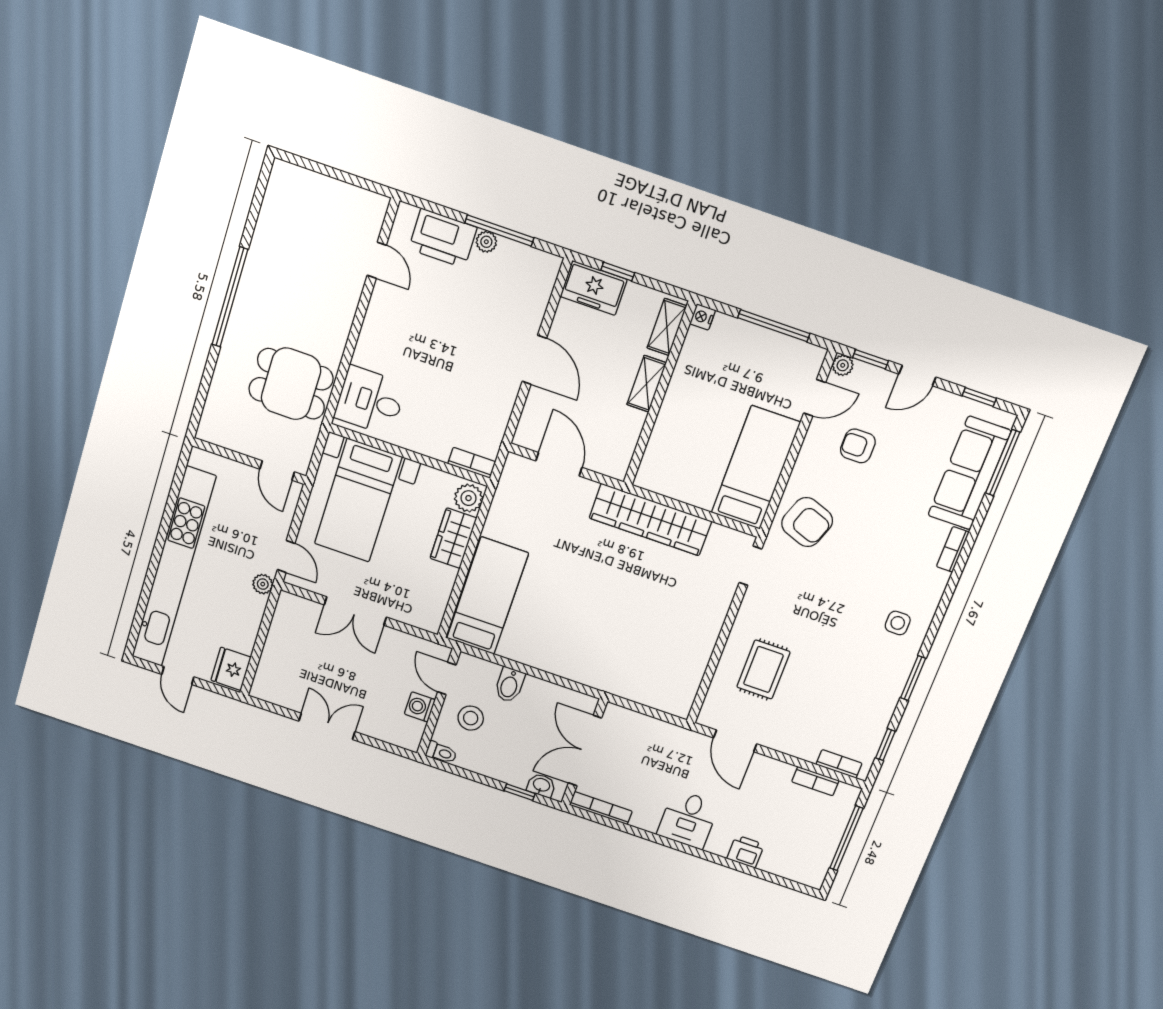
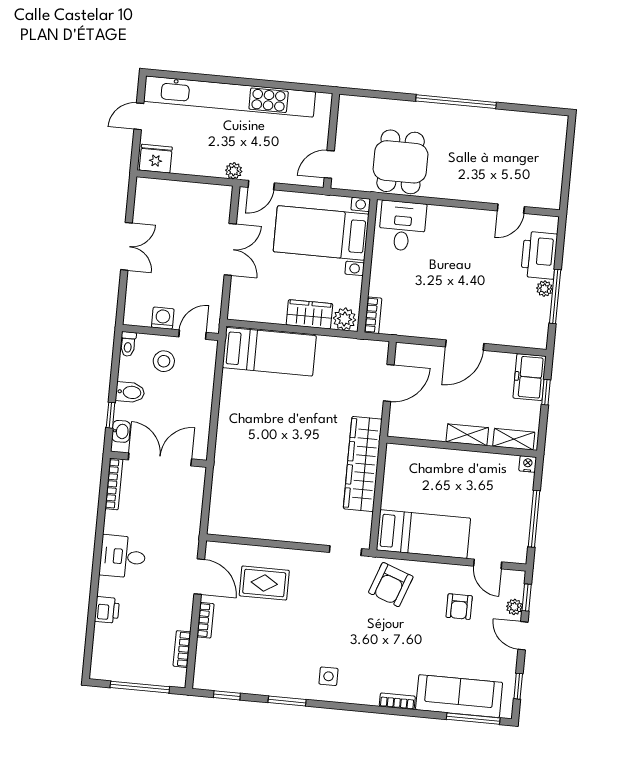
plant: (843, 365) -> (514, 607), moved
armchair: (858, 446) -> (459, 607), turned 180
double door: (355, 611) -> (230, 249), swing flipped
bidet: (509, 685) -> (130, 392), moved, turned 180
door: (735, 741) -> (199, 577), swing flipped
bookcase: (839, 764) -> (205, 620), moved

